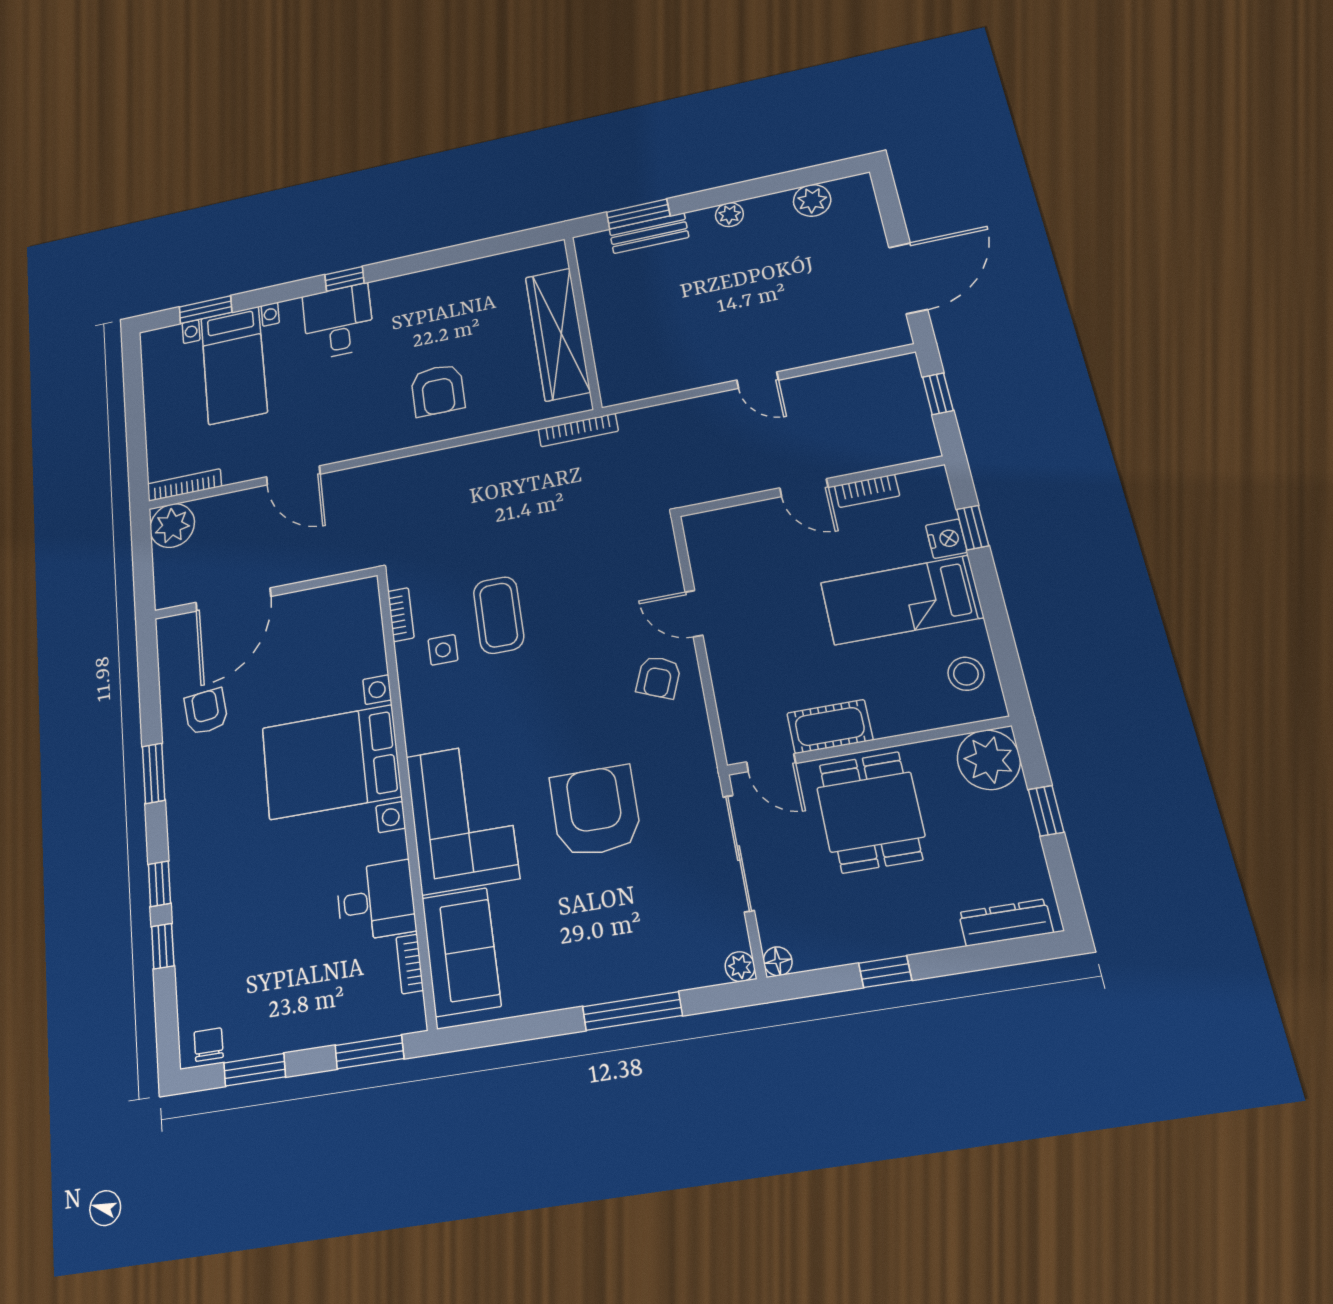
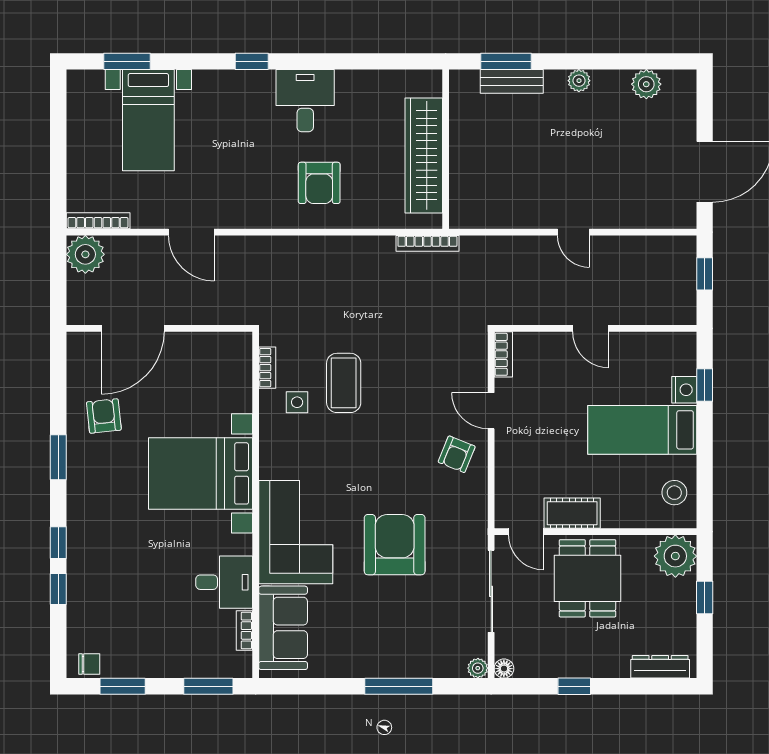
desk: (338, 322) -> (305, 101), moved
bookcase: (867, 491) -> (503, 354), moved, turned -90
chair: (209, 1045) -> (89, 664), turned 90

